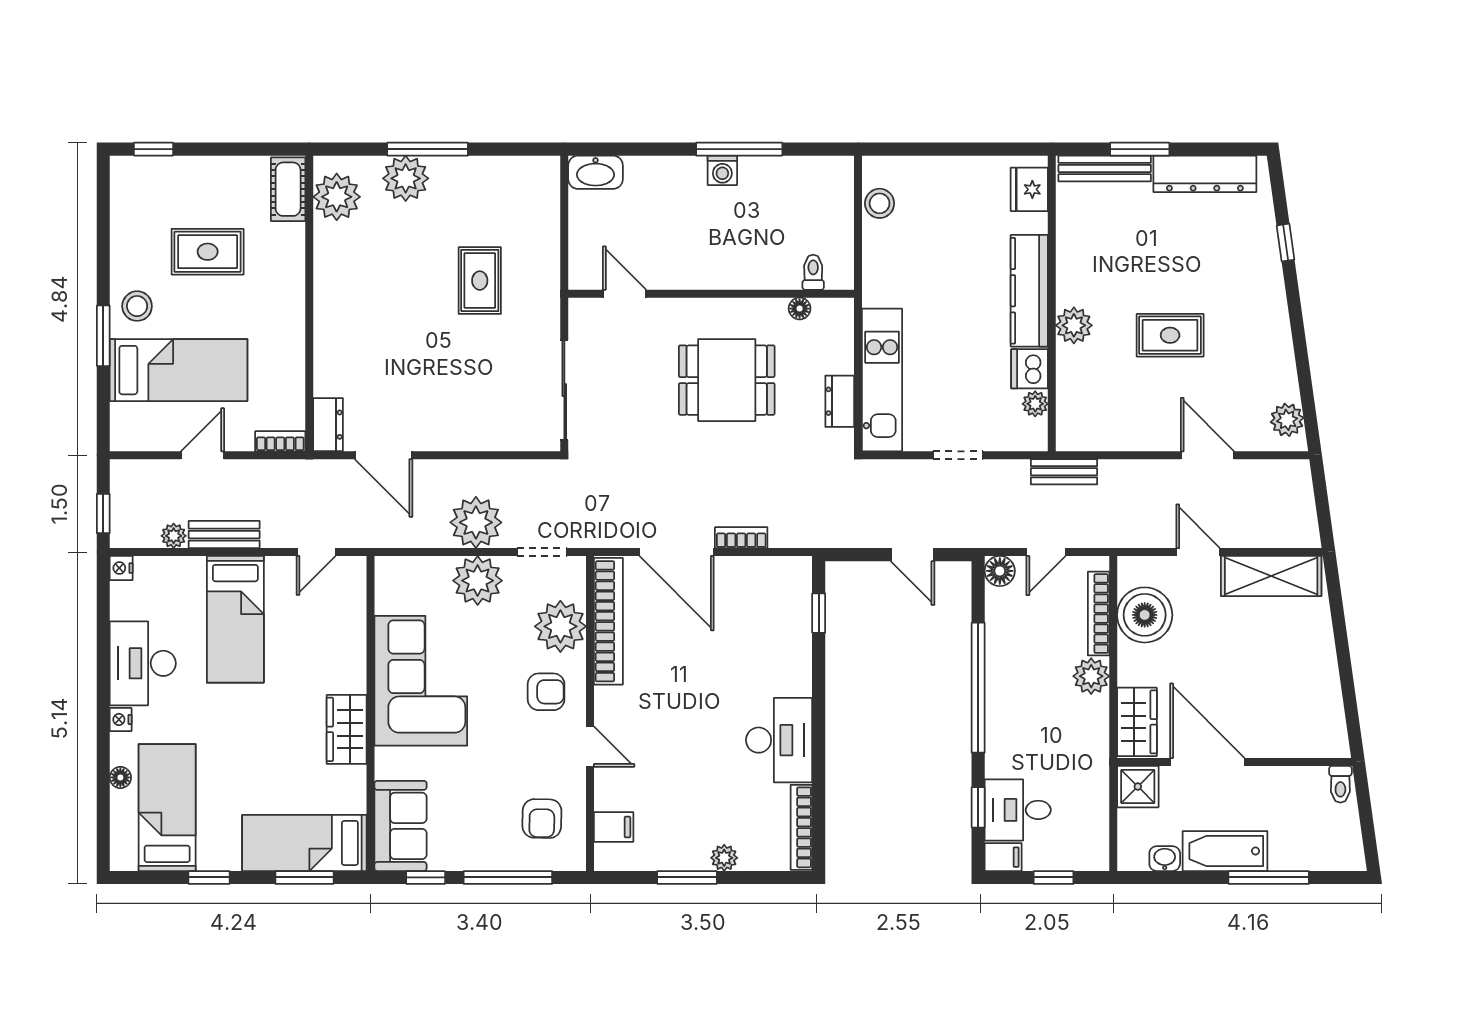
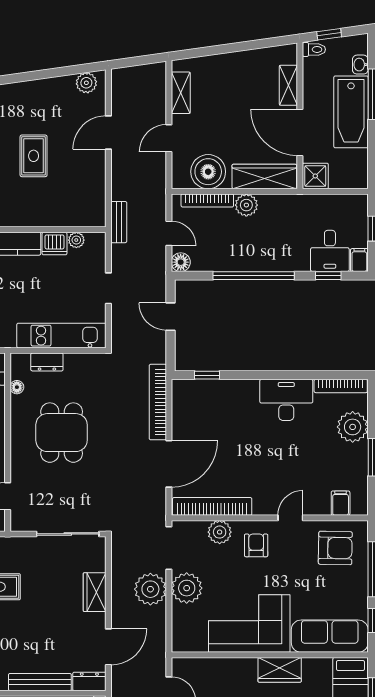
plant: (1074, 325) -> (27, 216), removed
bench: (327, 345) -> (40, 682), added
dresser: (840, 401) -> (47, 362), moved
wardrobe: (471, 433) -> (95, 592), added
bookcase: (741, 538) -> (158, 402), width x2.31, depth x1.31
doorway: (542, 552) -> (169, 548), width x1.38
door: (912, 555) -> (170, 317), swing flipped
shelving: (1271, 576) -> (181, 93), width x0.67, depth x0.75
plant: (560, 626) -> (220, 532), width x0.73, depth x0.73
wardrobe: (1137, 722) -> (264, 177), width x1.50
shelving: (1283, 743) -> (288, 85), added
door: (1207, 762) -> (300, 132), hinge flipped
window: (1365, 809) -> (329, 34), added
armchair: (542, 819) -> (335, 548), width x1.38, depth x1.38
sofa: (401, 826) -> (330, 636), width x1.36
bathtub: (1225, 851) -> (351, 112), width x1.36, depth x1.36
plant: (724, 858) -> (353, 427), width x1.88, depth x1.88
washbasin: (1165, 859) -> (360, 65), moved

